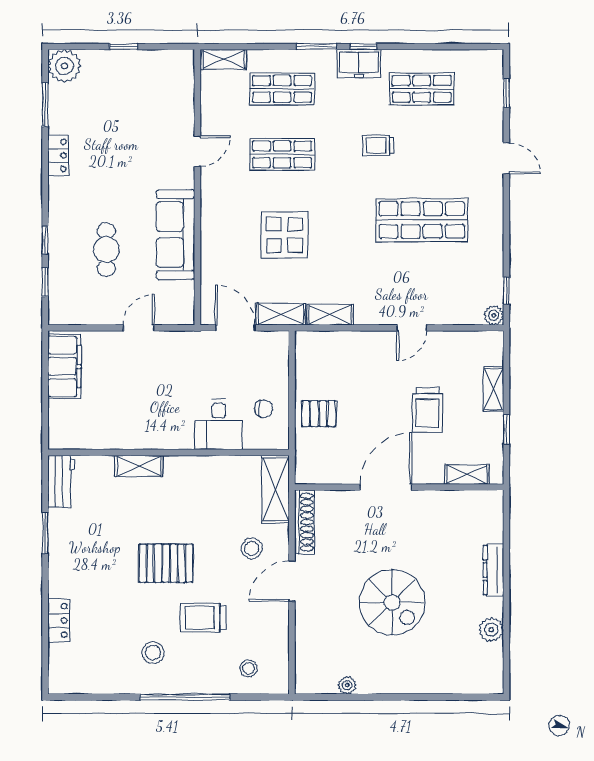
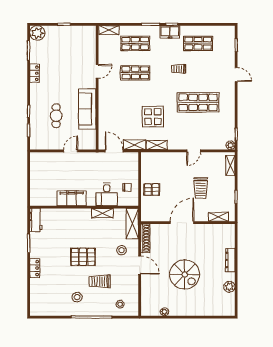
display table: (284, 235) -> (153, 117), moved
filing cabinet: (64, 366) -> (72, 198), moved, turned -90
shelving: (494, 389) -> (230, 166), moved
shelving: (139, 466) -> (102, 213), moved
door: (292, 581) -> (140, 265), swing flipped
locker: (59, 620) -> (35, 268), moved

